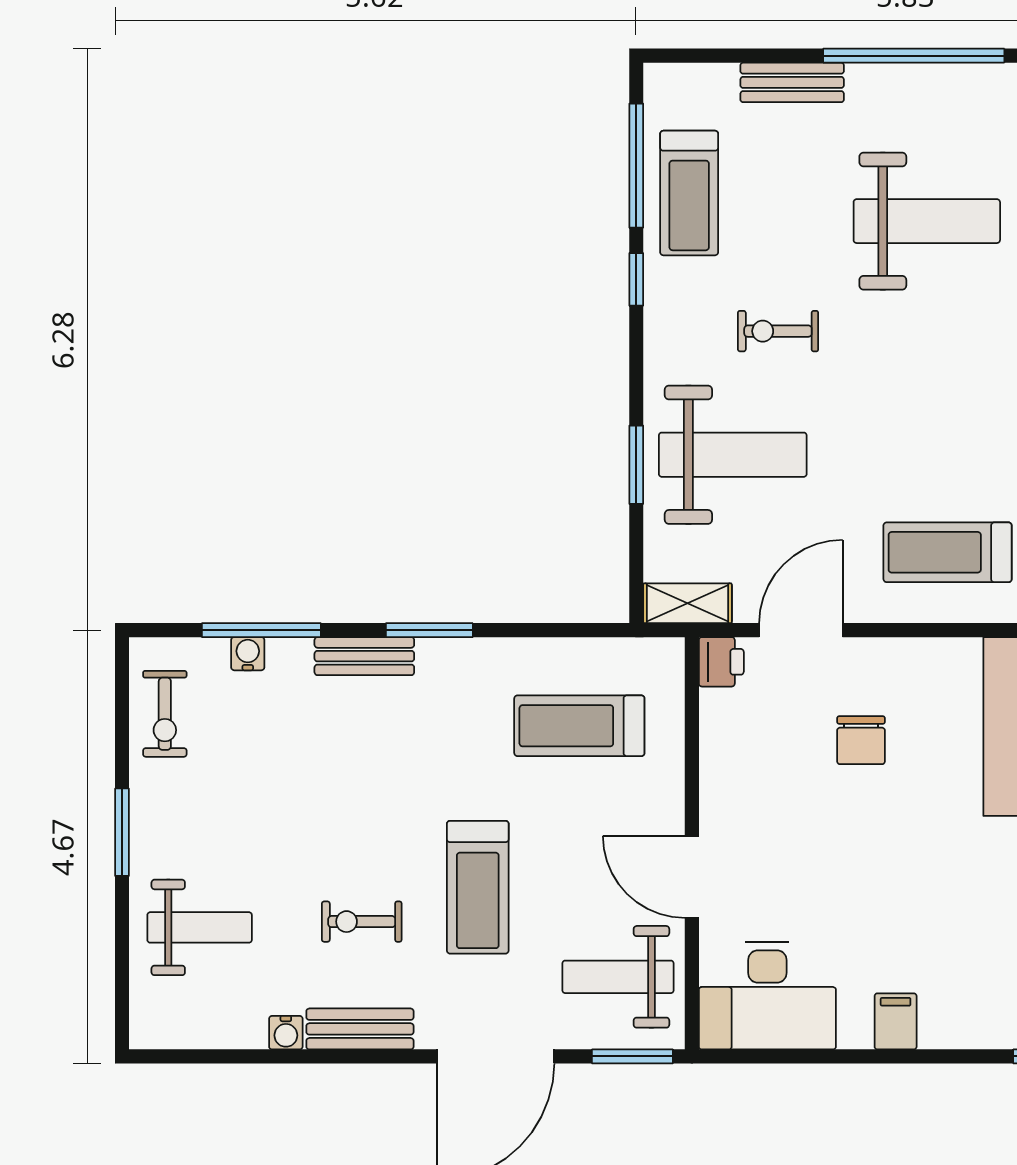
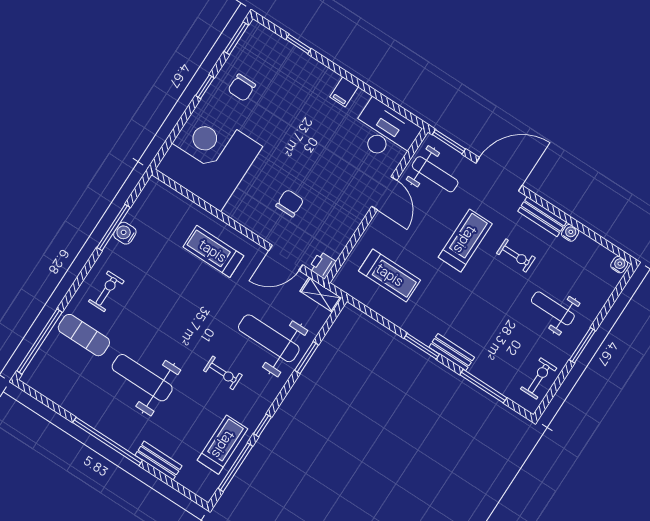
treadmill: (948, 552) -> (213, 251), turned 180
water cooler: (248, 654) -> (619, 265), moved, turned 180
weight bench: (200, 927) -> (553, 308), moved

